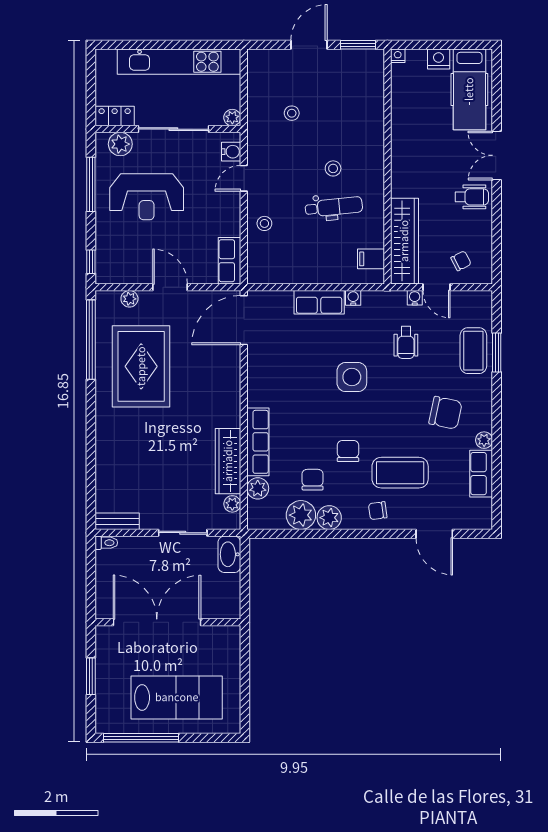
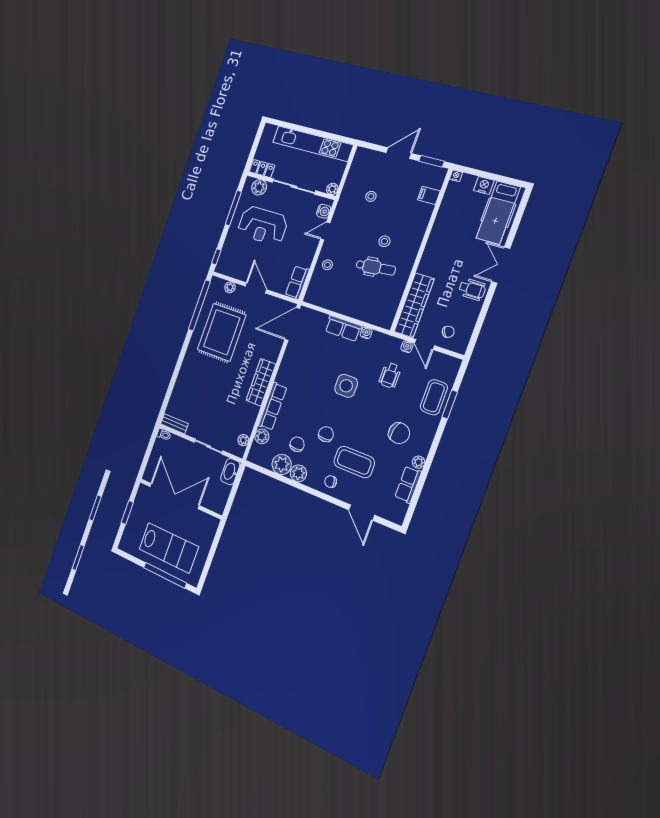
filing cabinet: (371, 259) -> (429, 195), moved
wardrobe: (228, 461) -> (261, 382), moved
window: (141, 738) -> (165, 575), moved

